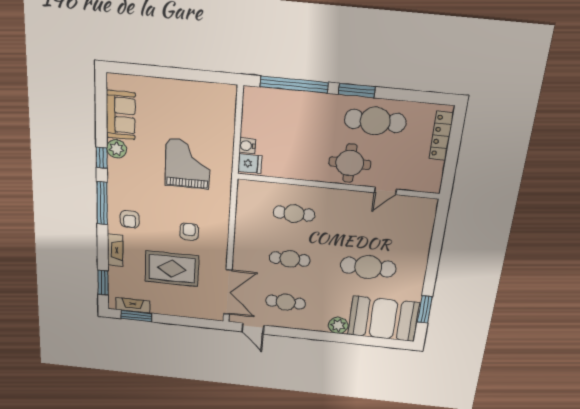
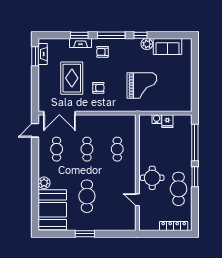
fridge: (250, 164) -> (167, 121), moved
window: (103, 283) -> (79, 35), moved
window: (425, 309) -> (85, 234), moved

